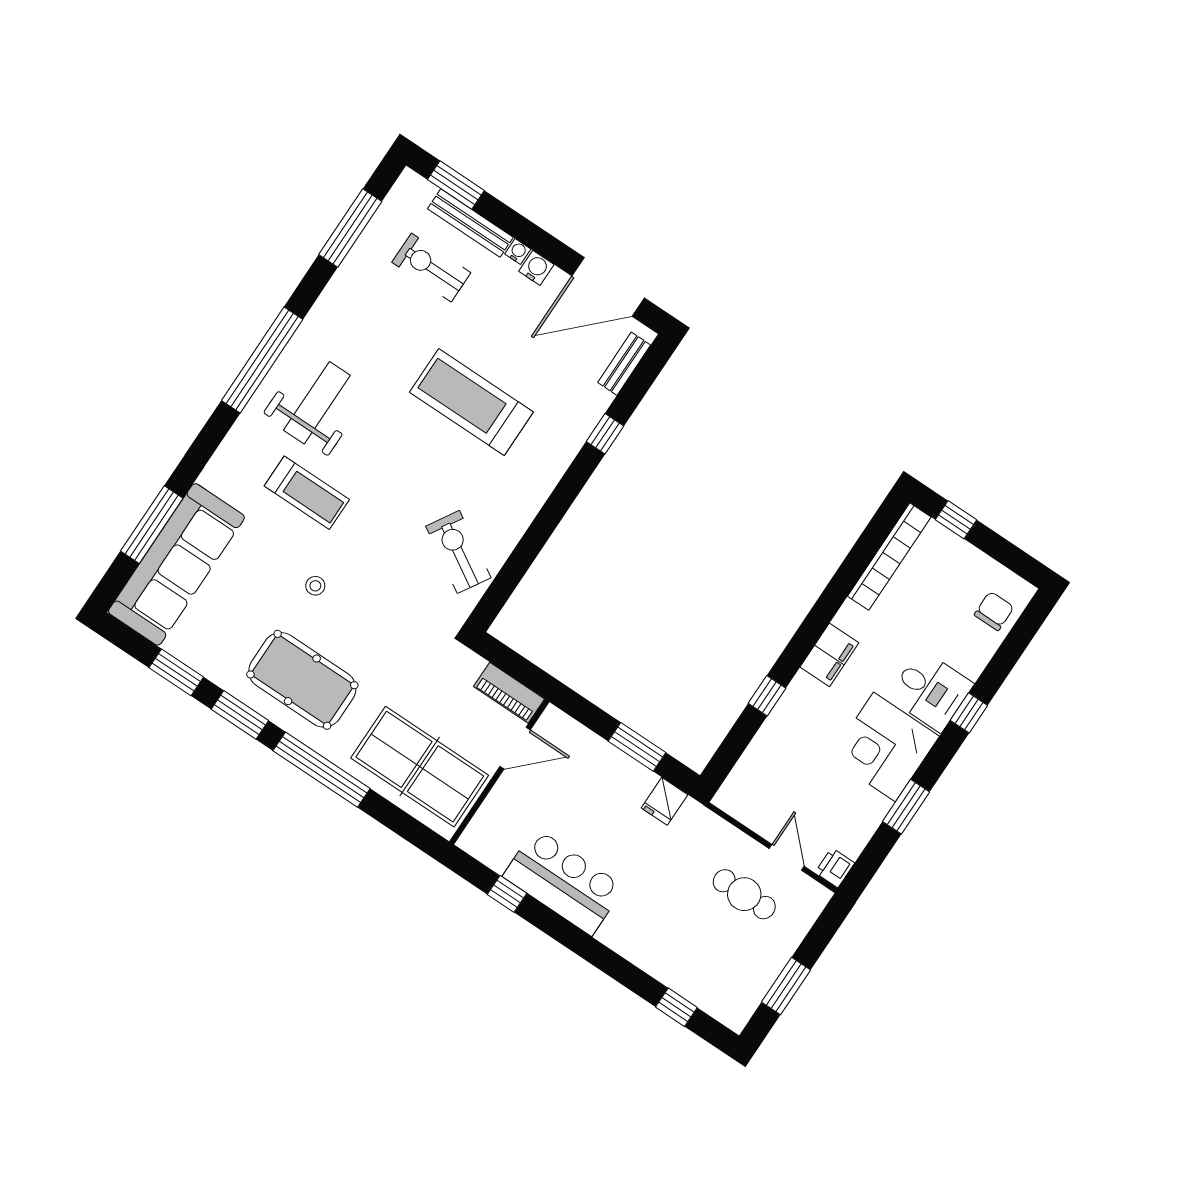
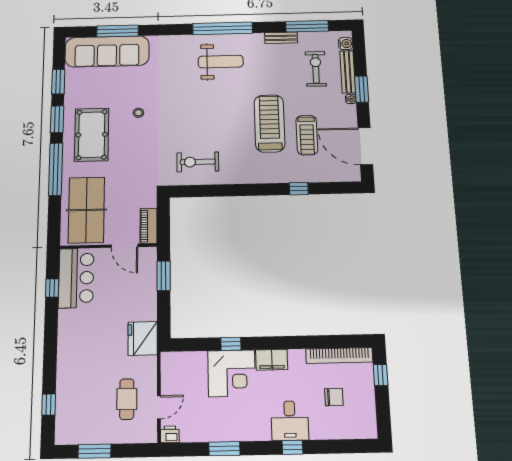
window: (456, 185) -> (362, 89), moved
water cooler: (536, 268) -> (346, 44), moved
bench: (624, 364) -> (281, 38), moved
treadmill: (307, 493) -> (307, 135), moved
exercise bike: (458, 552) -> (198, 162), turned -121
chair: (994, 611) -> (334, 397), moved
window: (637, 747) -> (164, 276), moved
corner desk: (885, 747) -> (232, 373), moved, turned 180
fridge: (665, 801) -> (143, 338), width x1.88, depth x1.34
bar counter: (563, 882) -> (76, 278), moved

